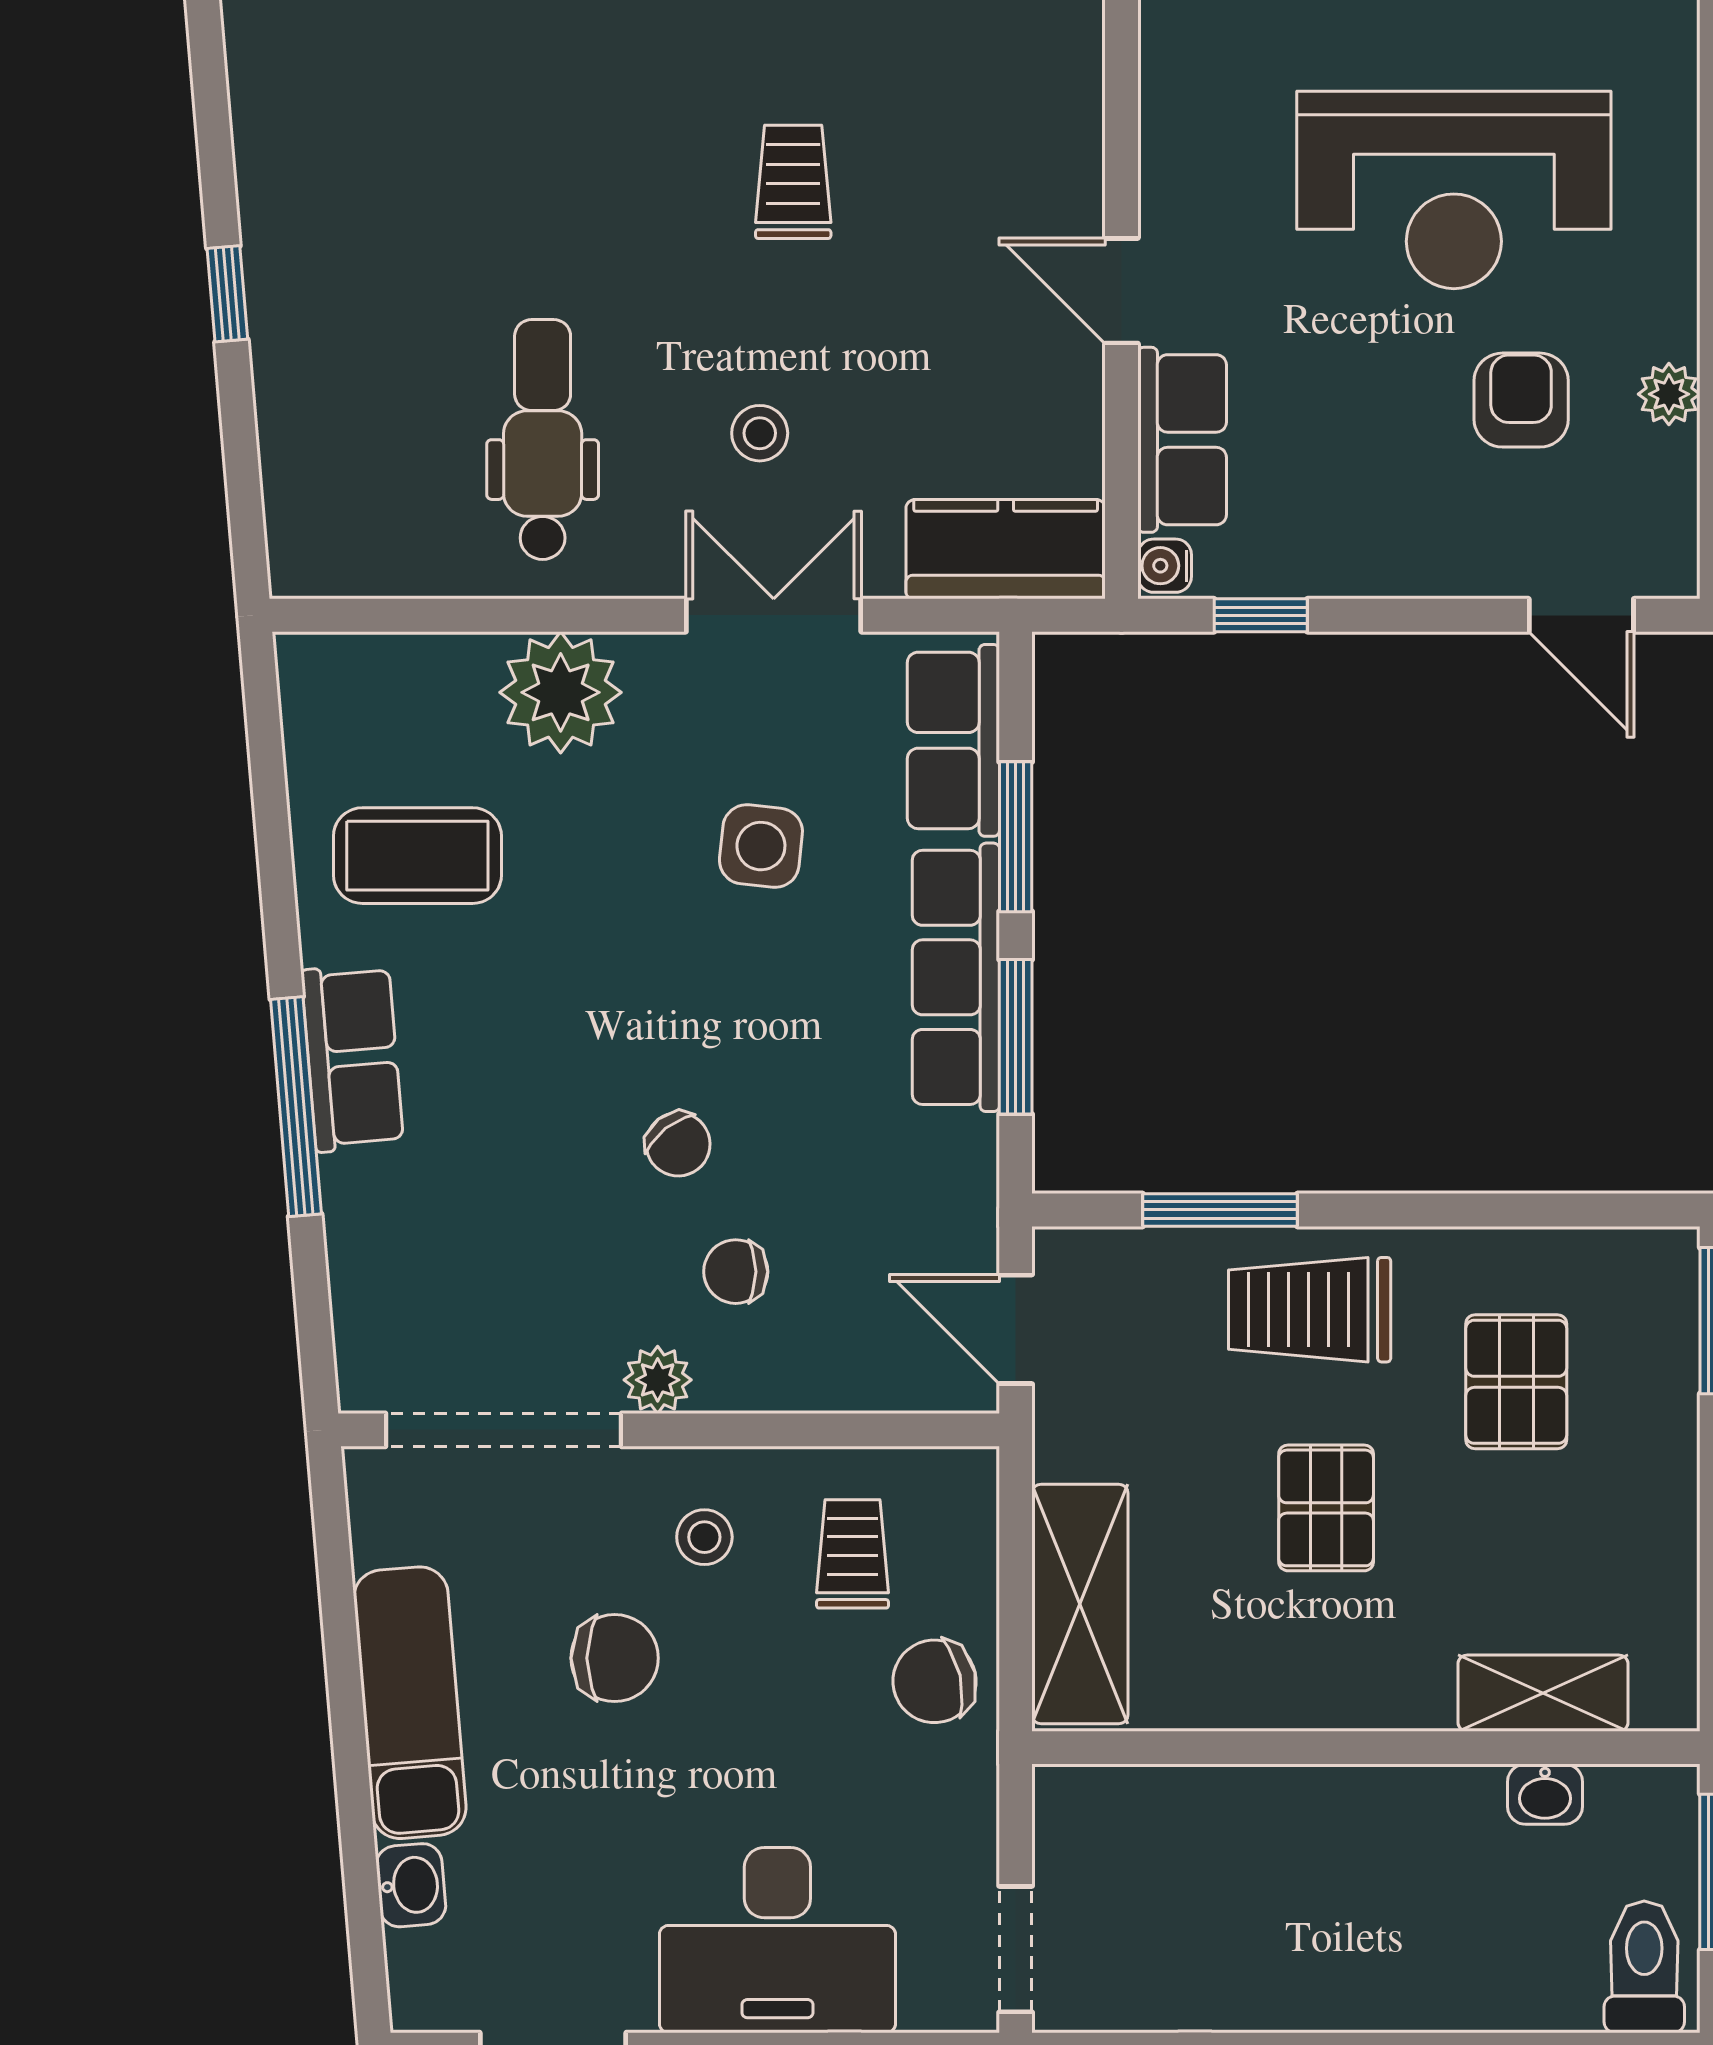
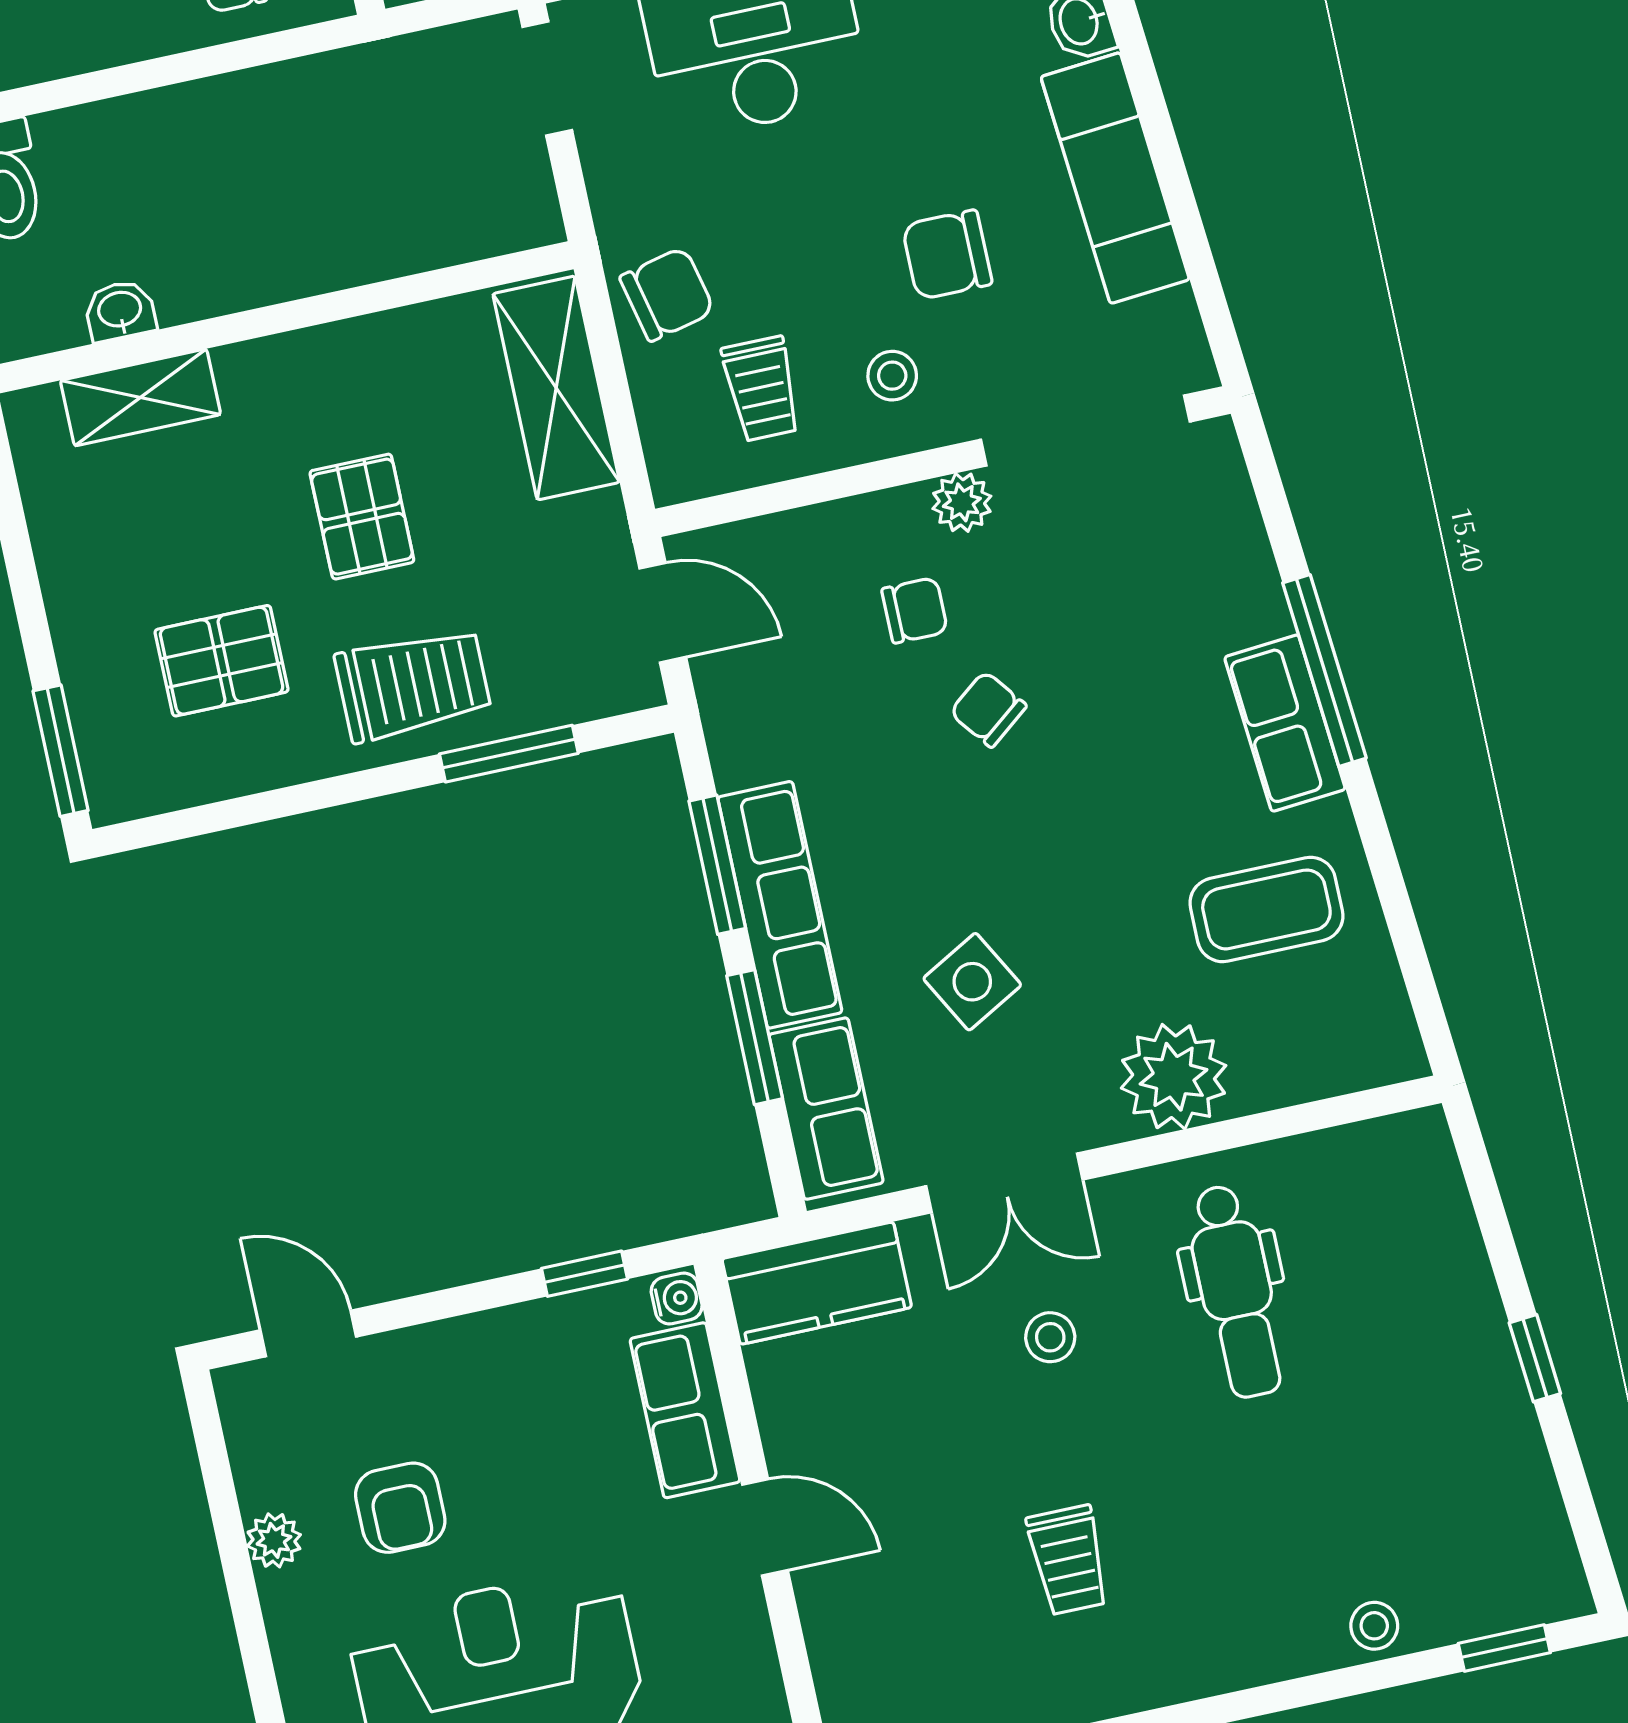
stool: (470, 36) -> (1374, 1626), added
side table: (761, 846) -> (972, 982), turned -35
pallet: (1516, 1382) -> (222, 661), turned 90

